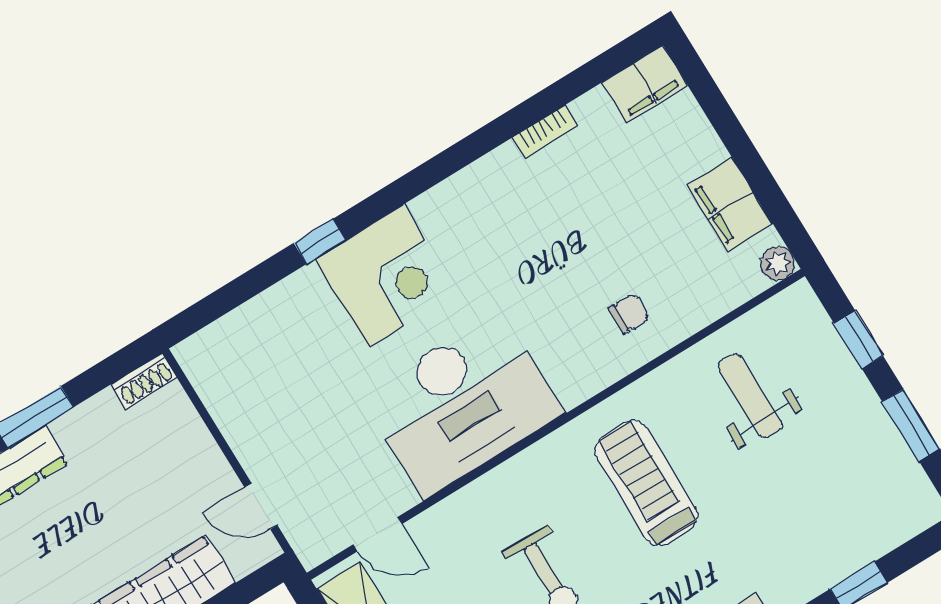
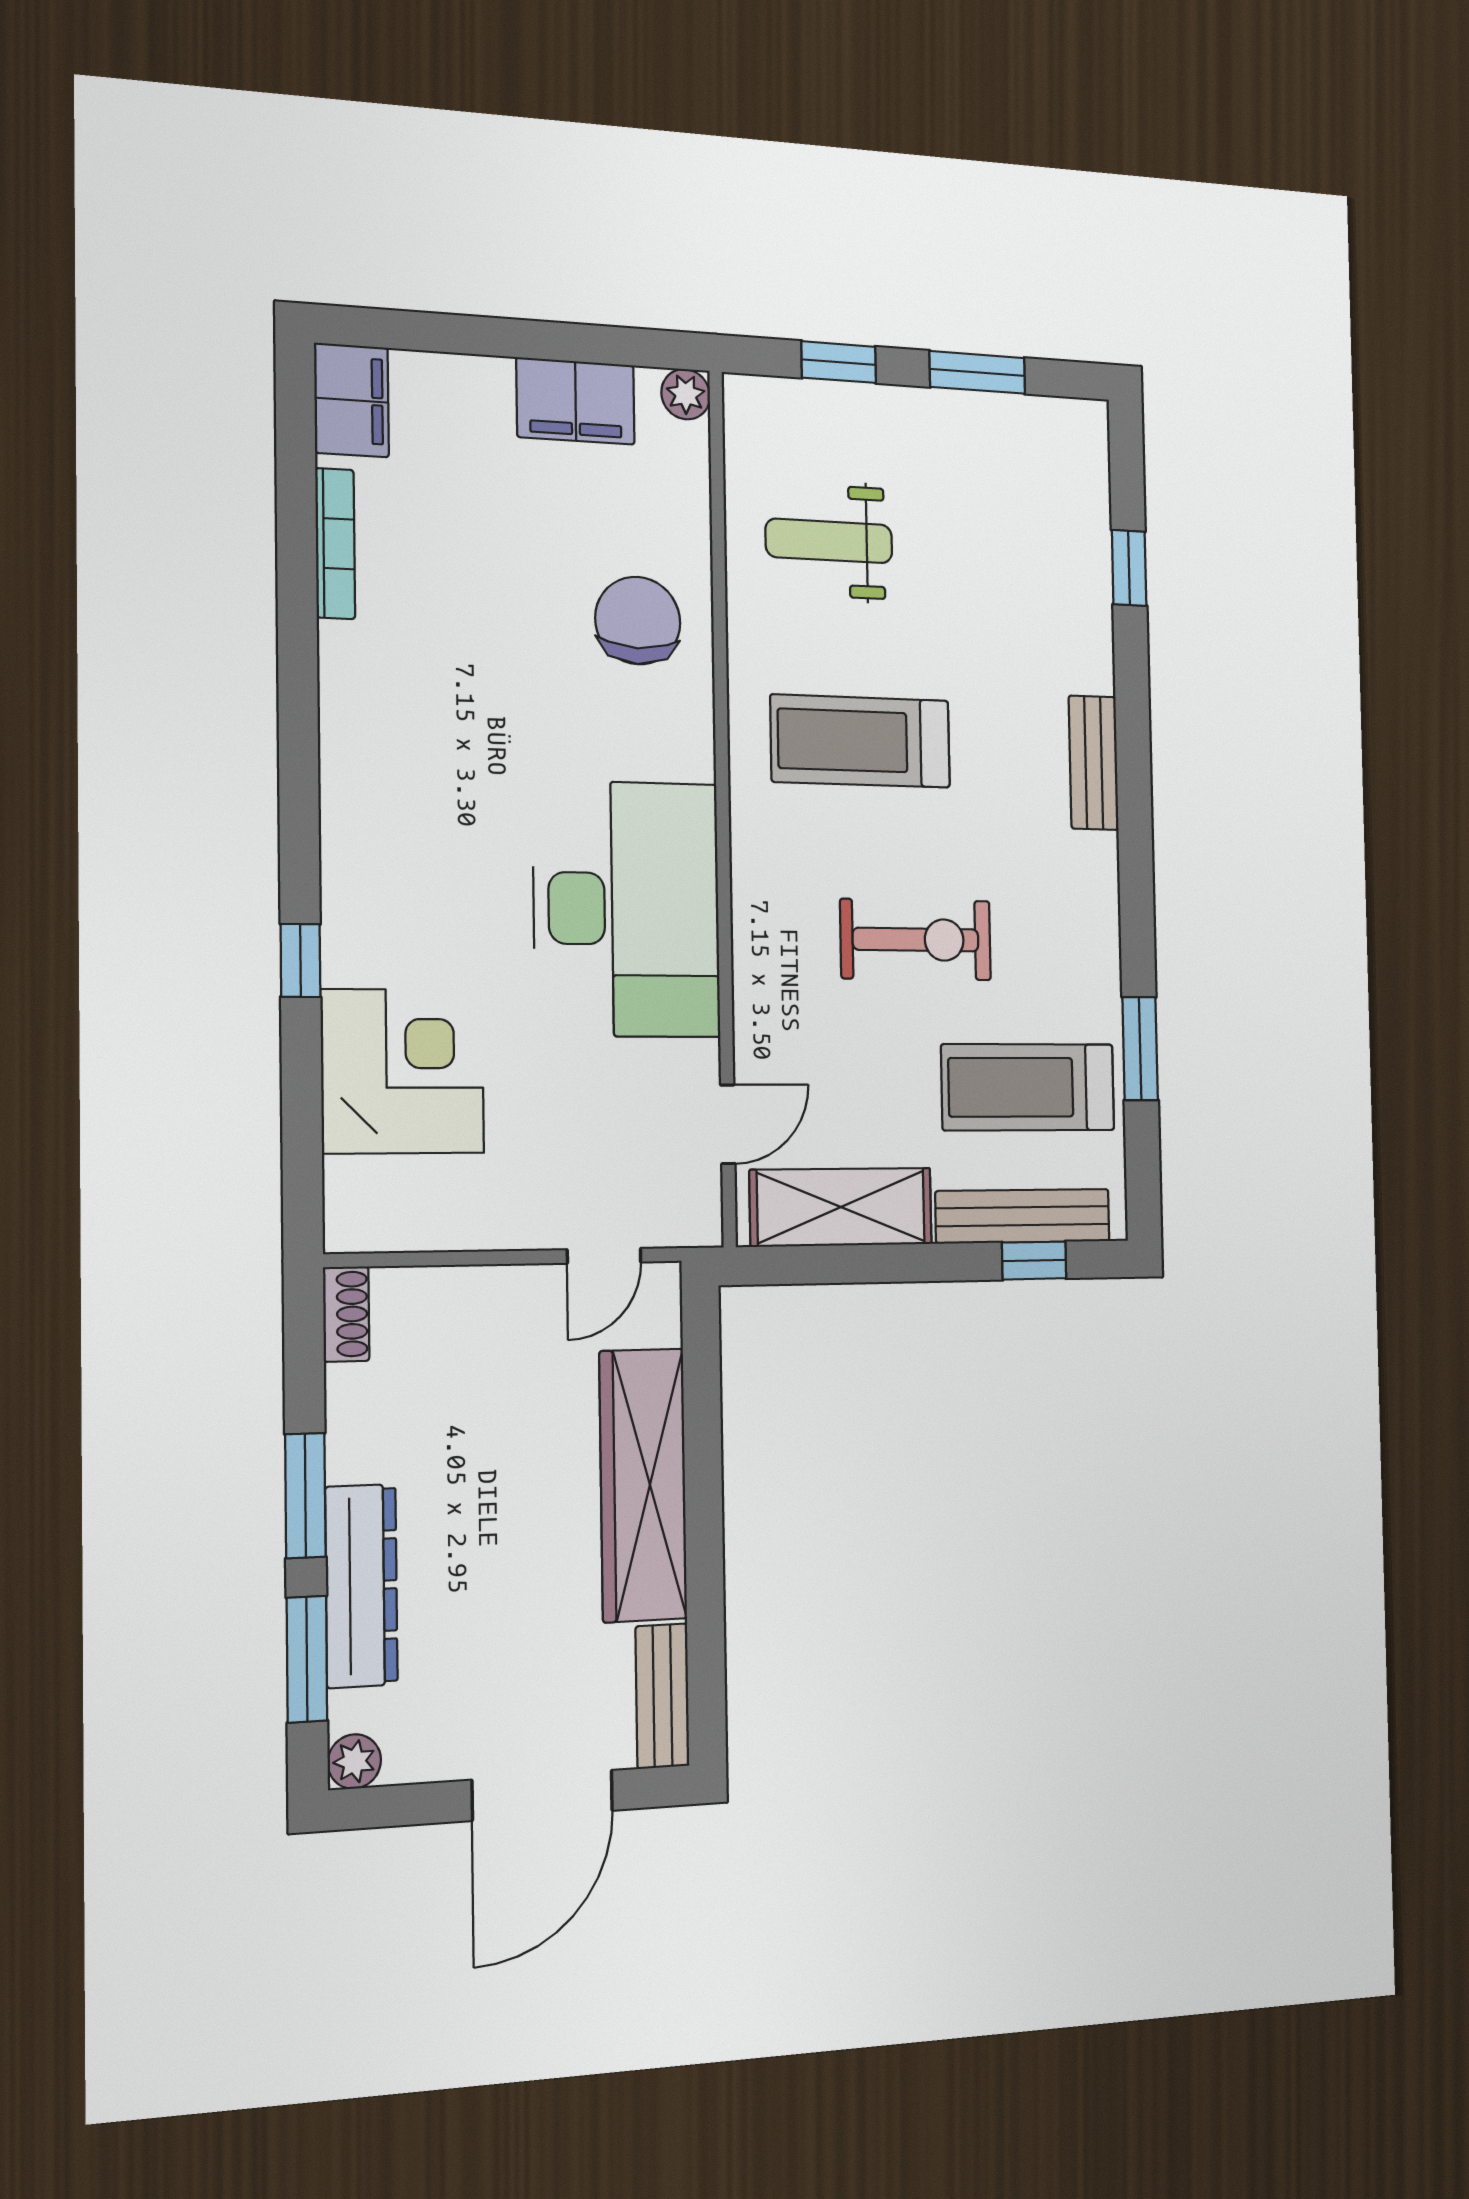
bookcase: (545, 132) -> (335, 544), width x1.56
corner desk: (386, 276) -> (403, 1071), moved
chair: (629, 313) -> (638, 621), width x1.87, depth x1.87

